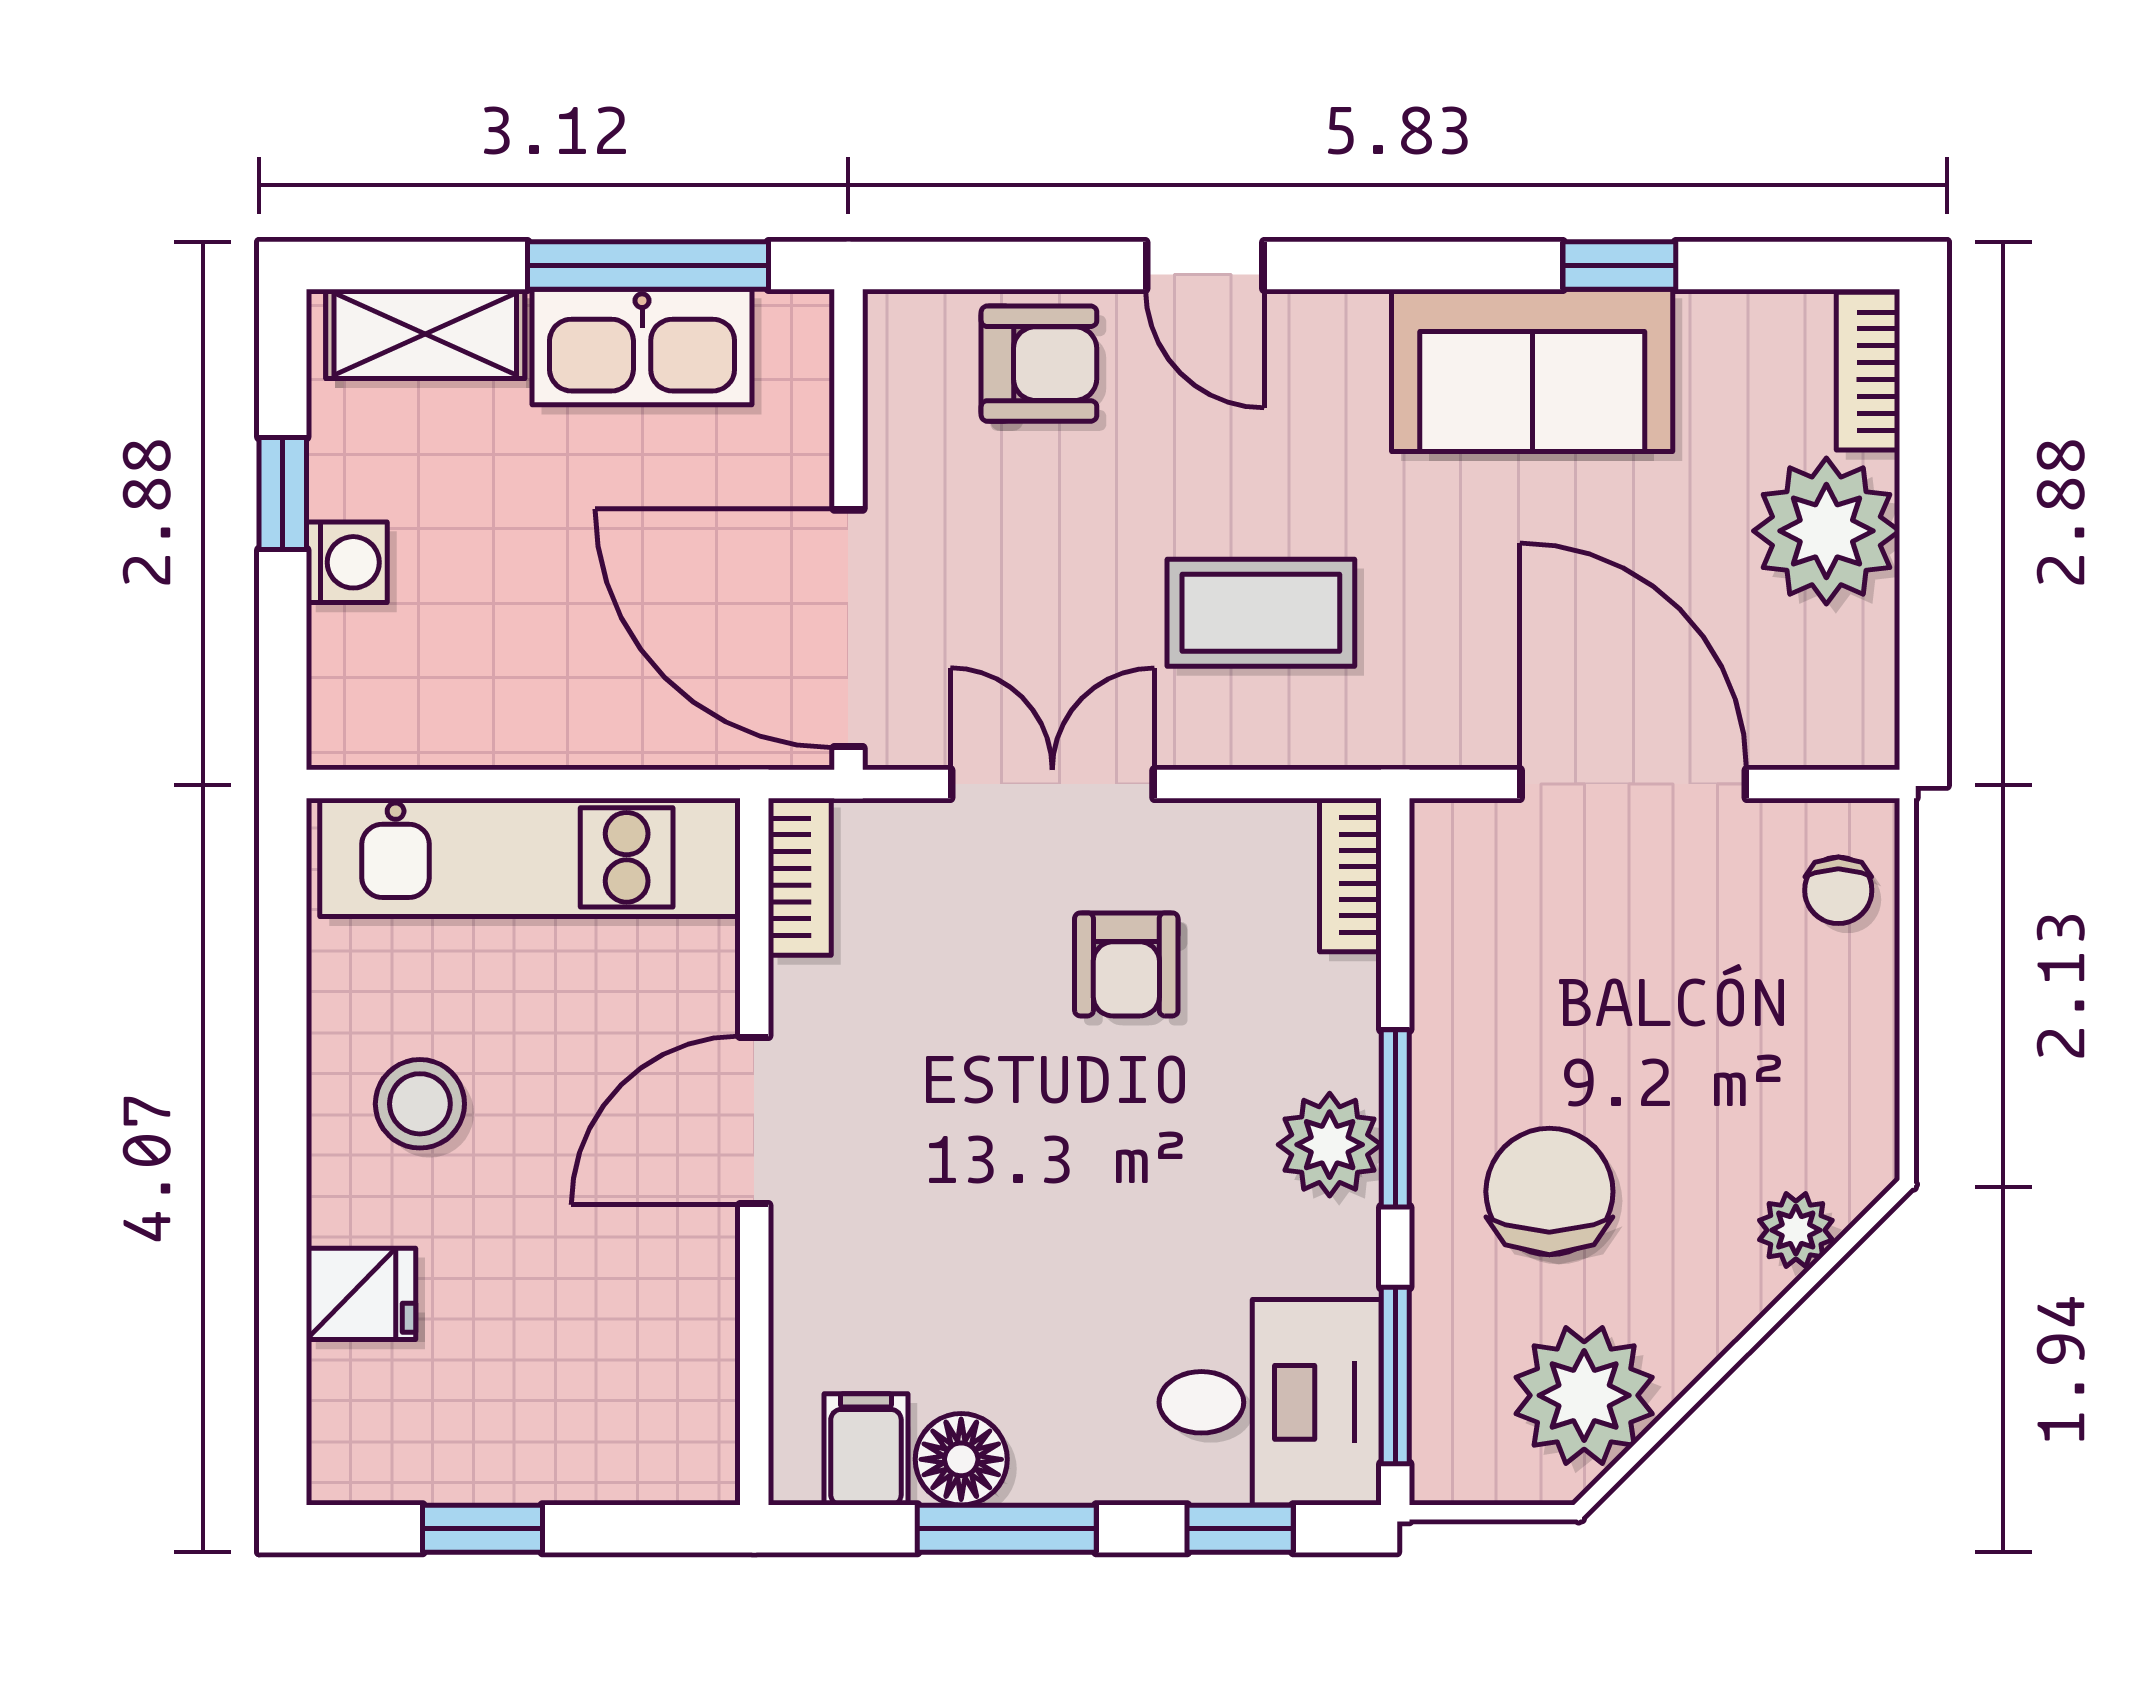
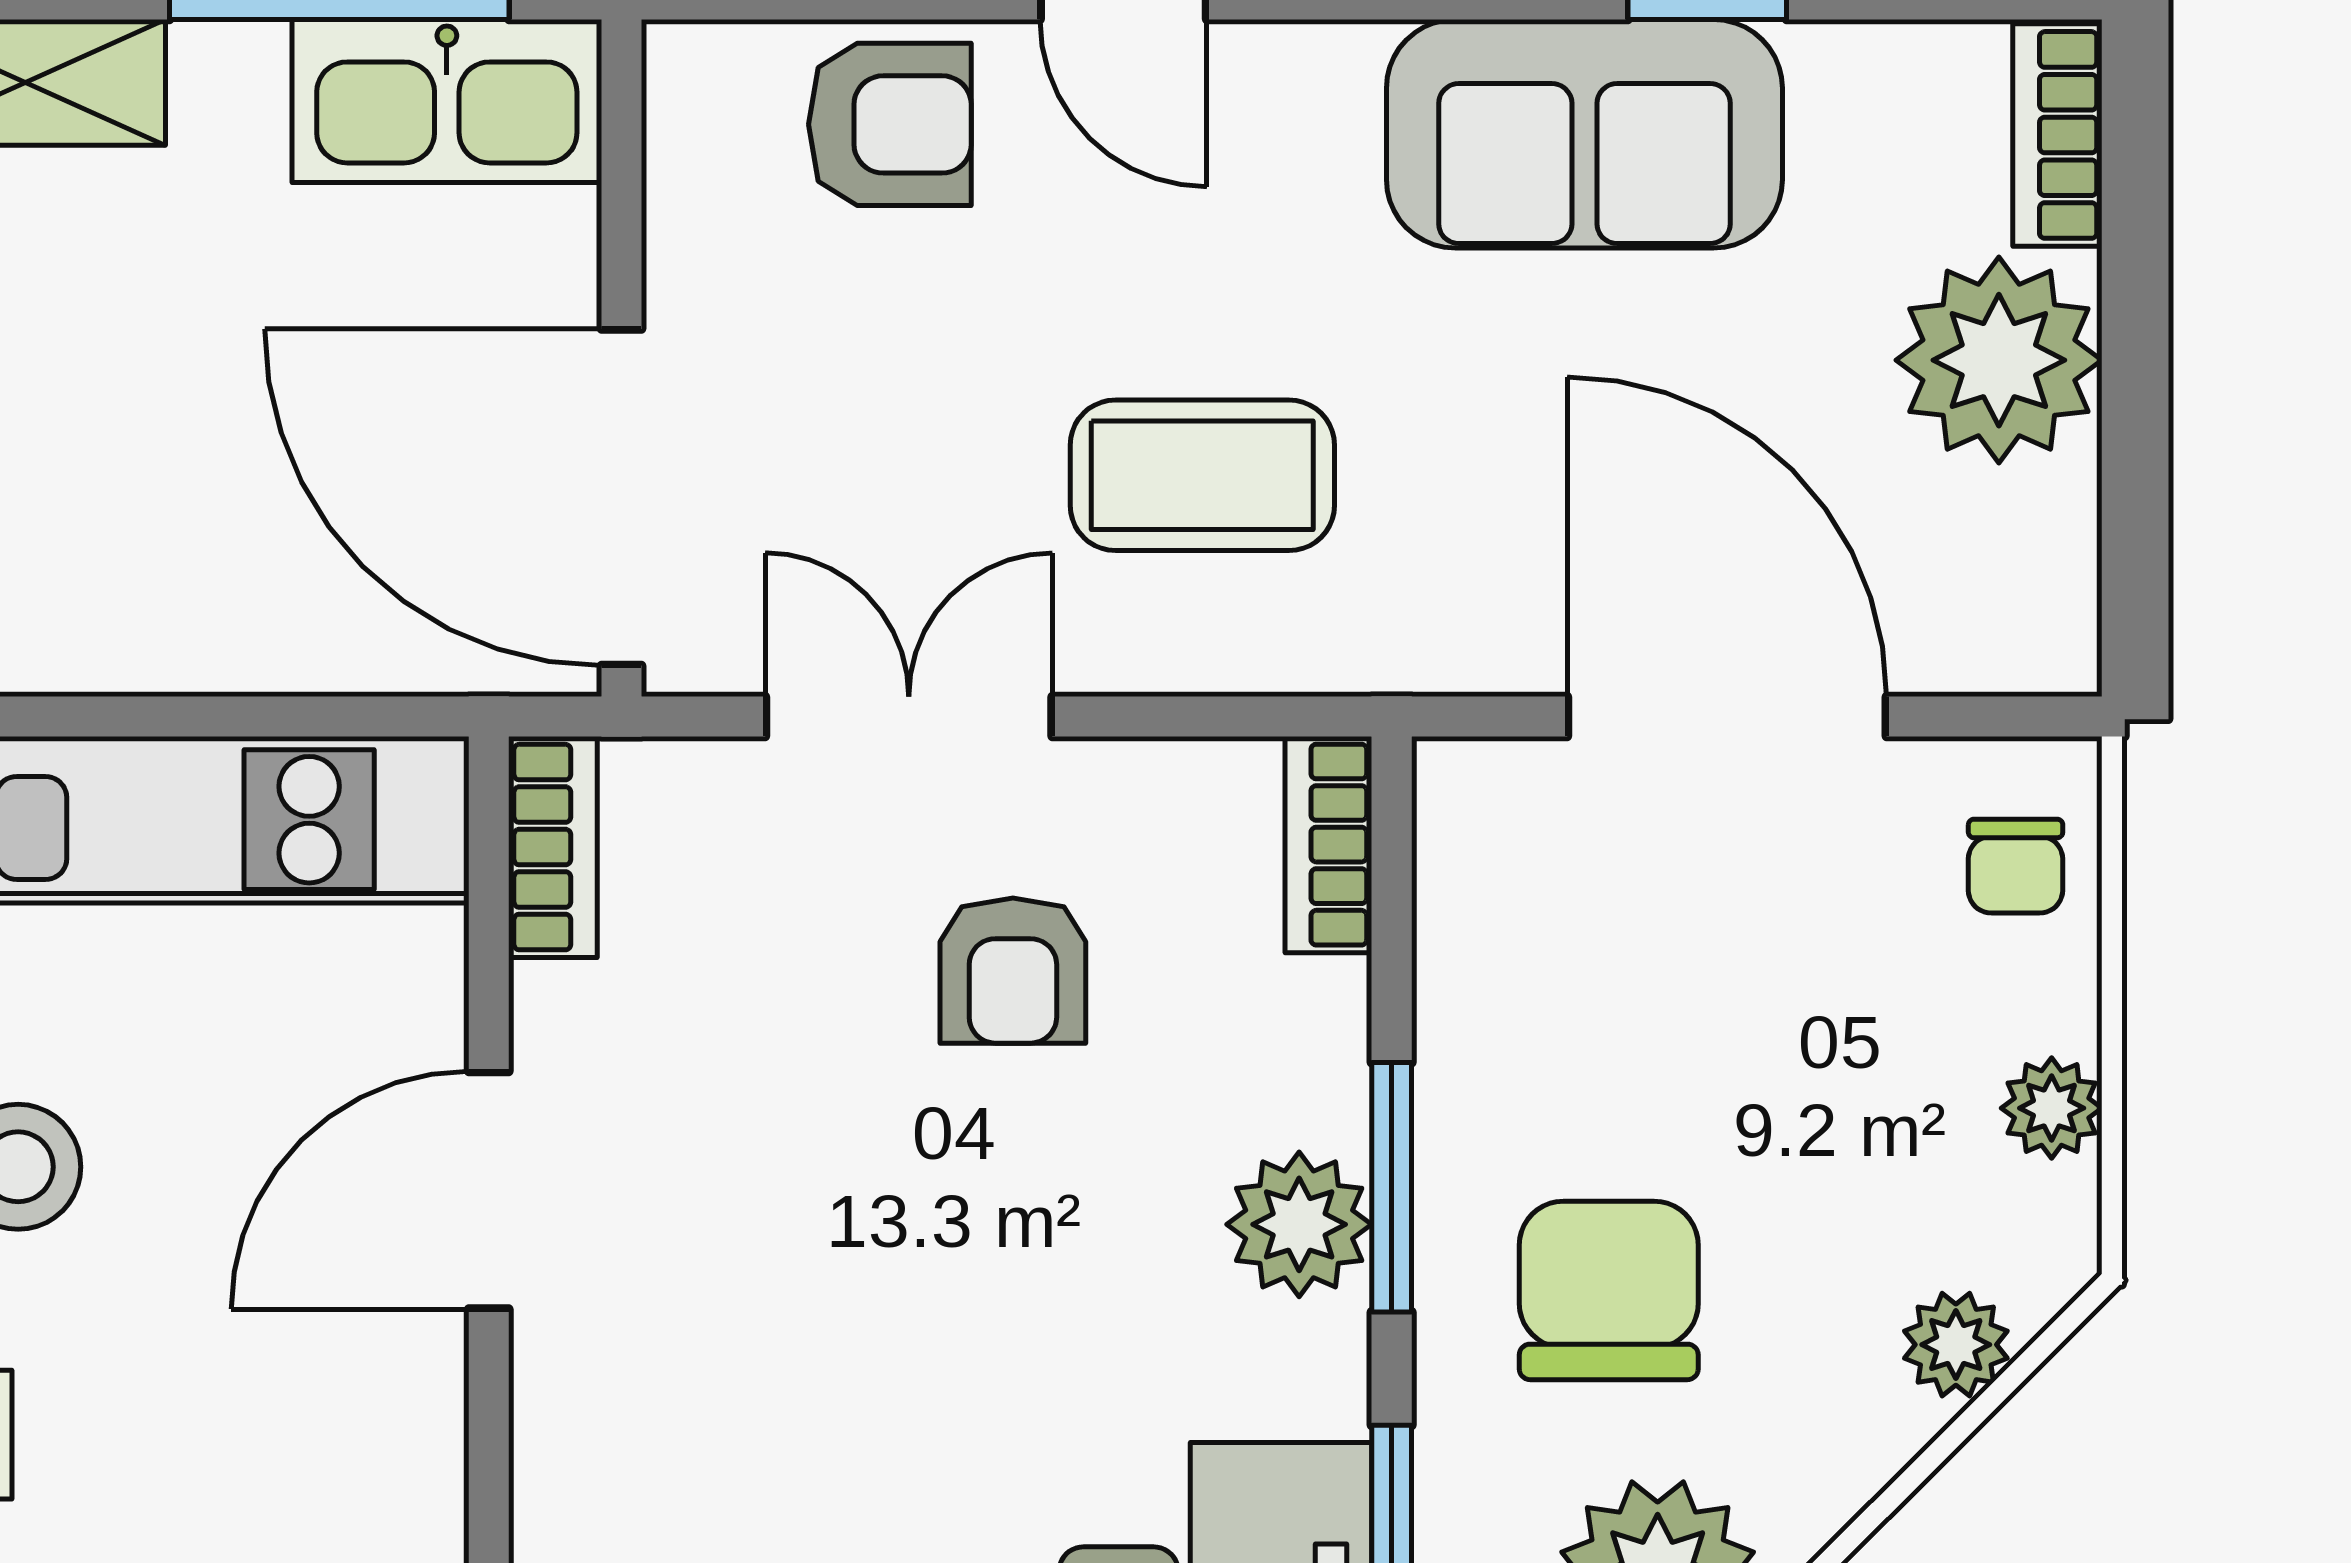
kitchen sink: (642, 347) -> (447, 101), moved
plant: (1864, 1062) -> (2052, 1108), added

